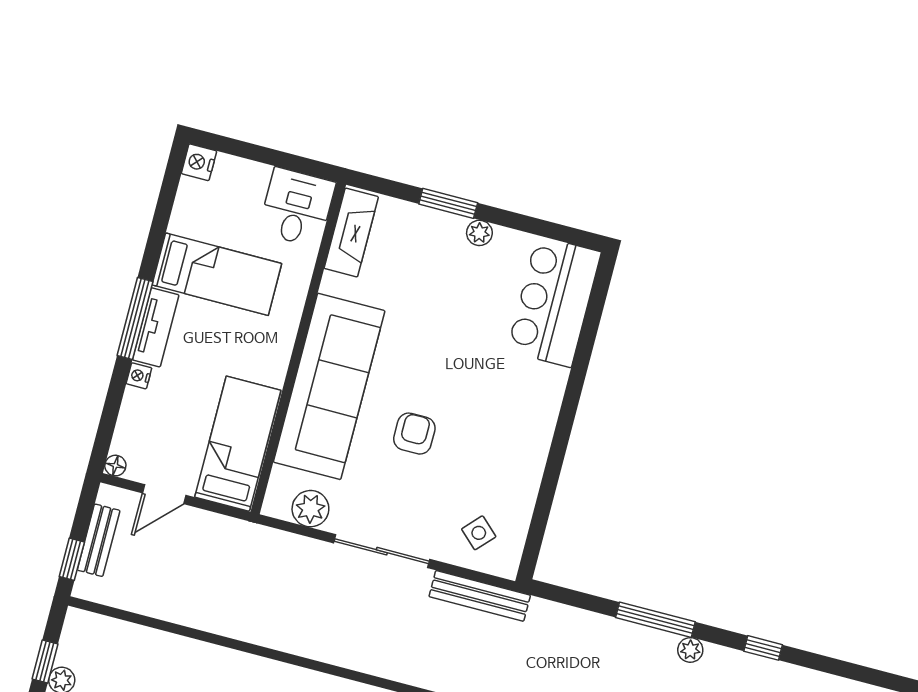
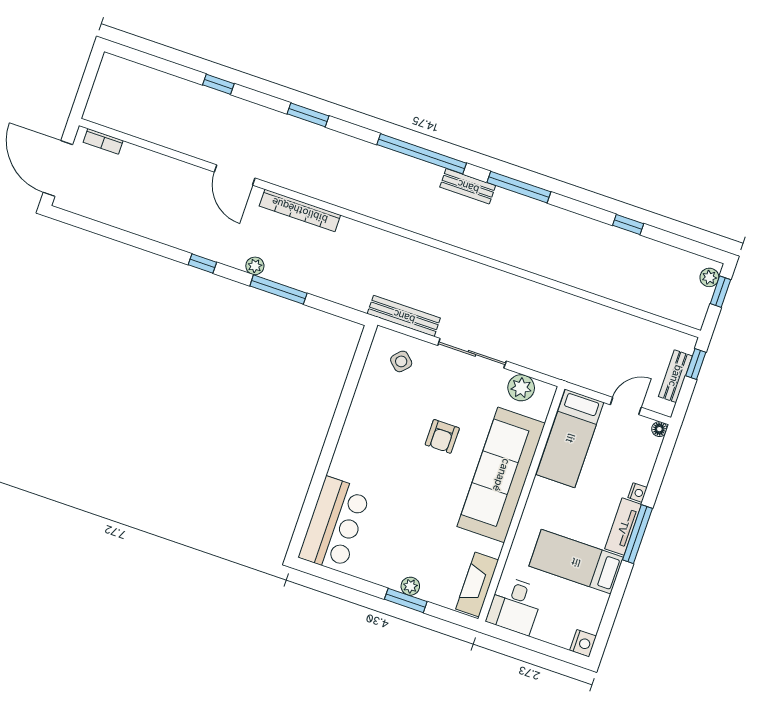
plant: (479, 233) -> (410, 586), moved

